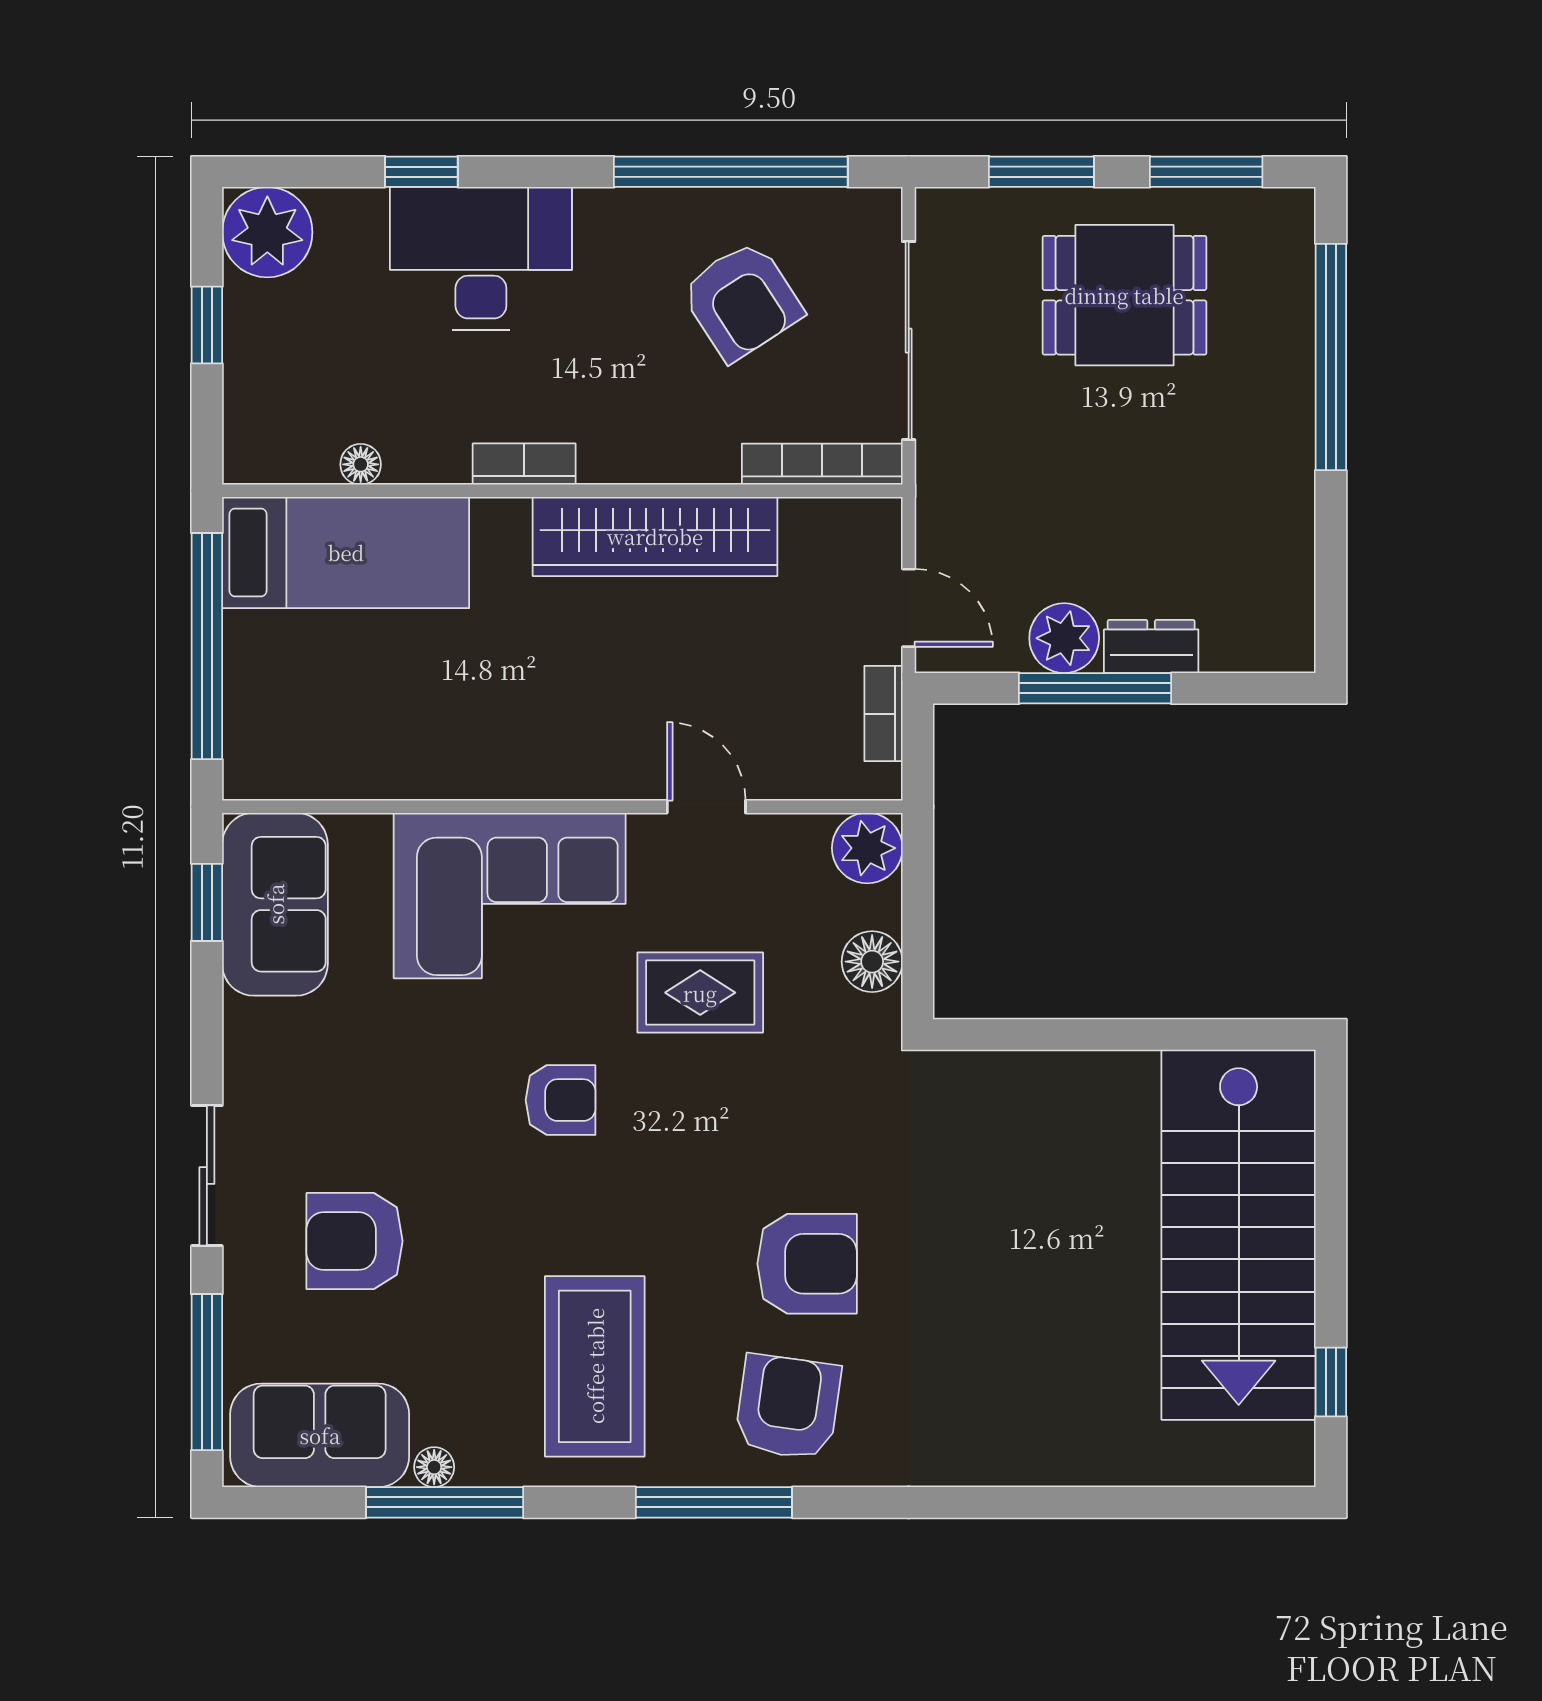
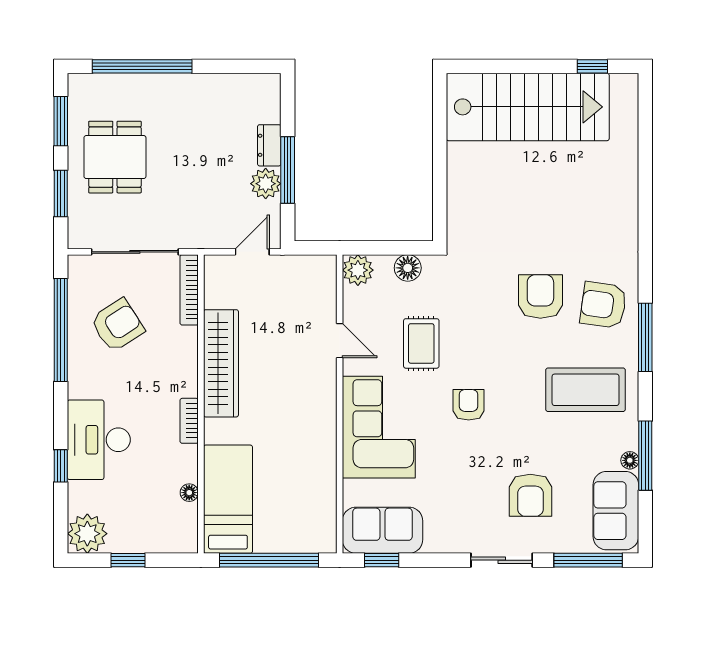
bookcase: (883, 714) -> (299, 263), removed
door: (706, 807) -> (340, 341), swing flipped

